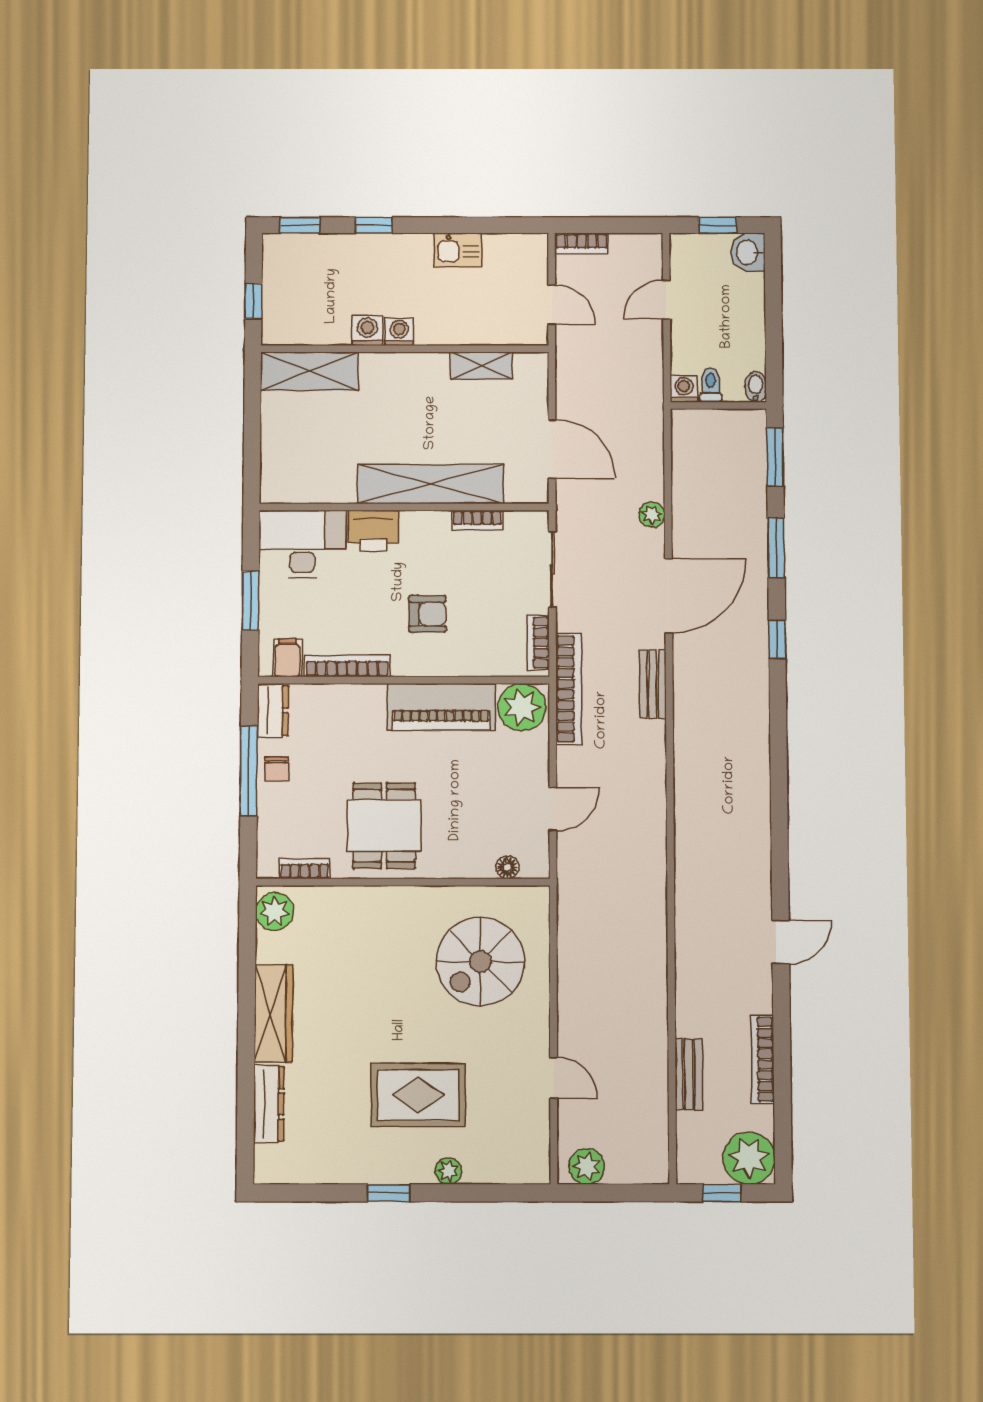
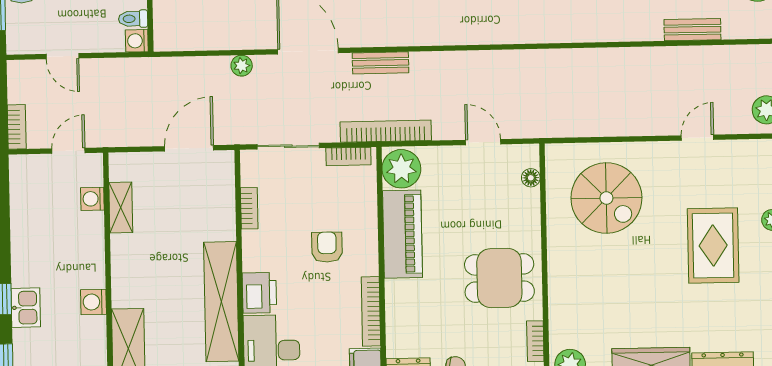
kitchen sink: (458, 250) -> (26, 308), moved
washing machine: (399, 332) -> (92, 199), moved
shelving: (430, 484) -> (221, 302), moved

